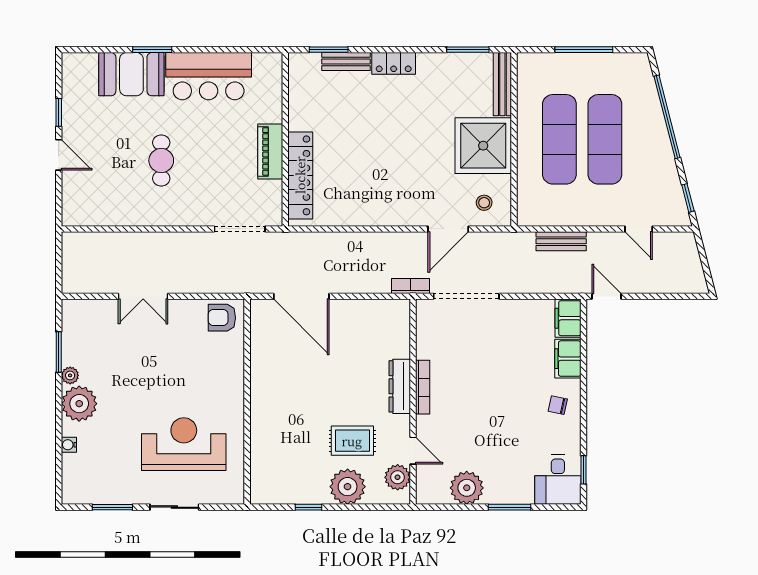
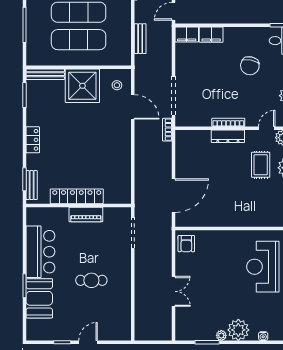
bench: (346, 62) -> (32, 185), moved
locker: (300, 175) -> (77, 196), moved
chair: (558, 405) -> (250, 66), moved, width x1.87, depth x1.87

